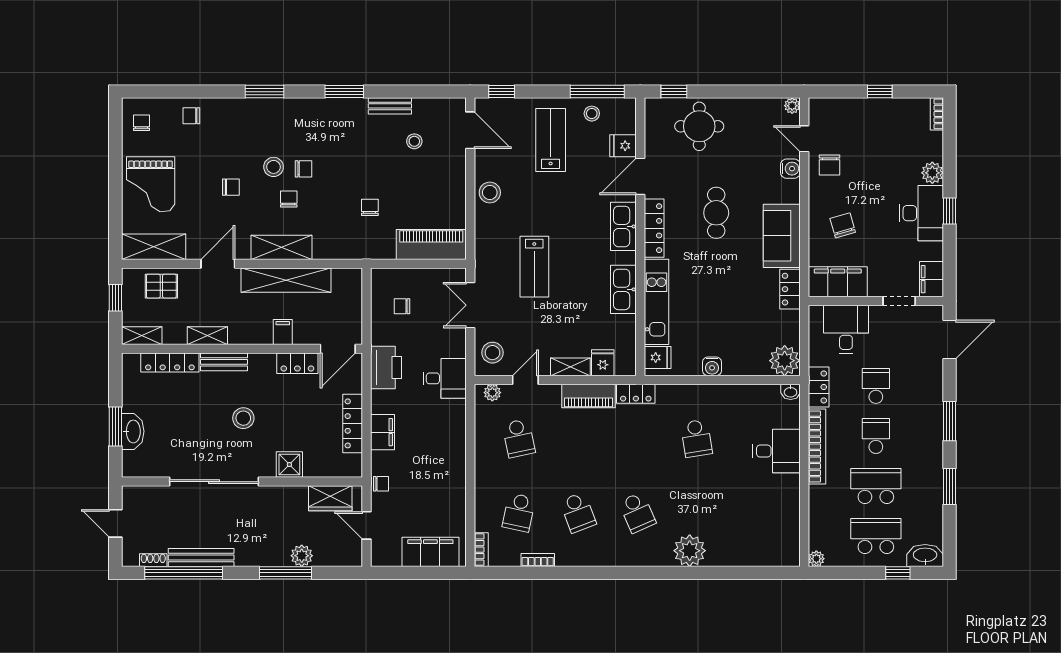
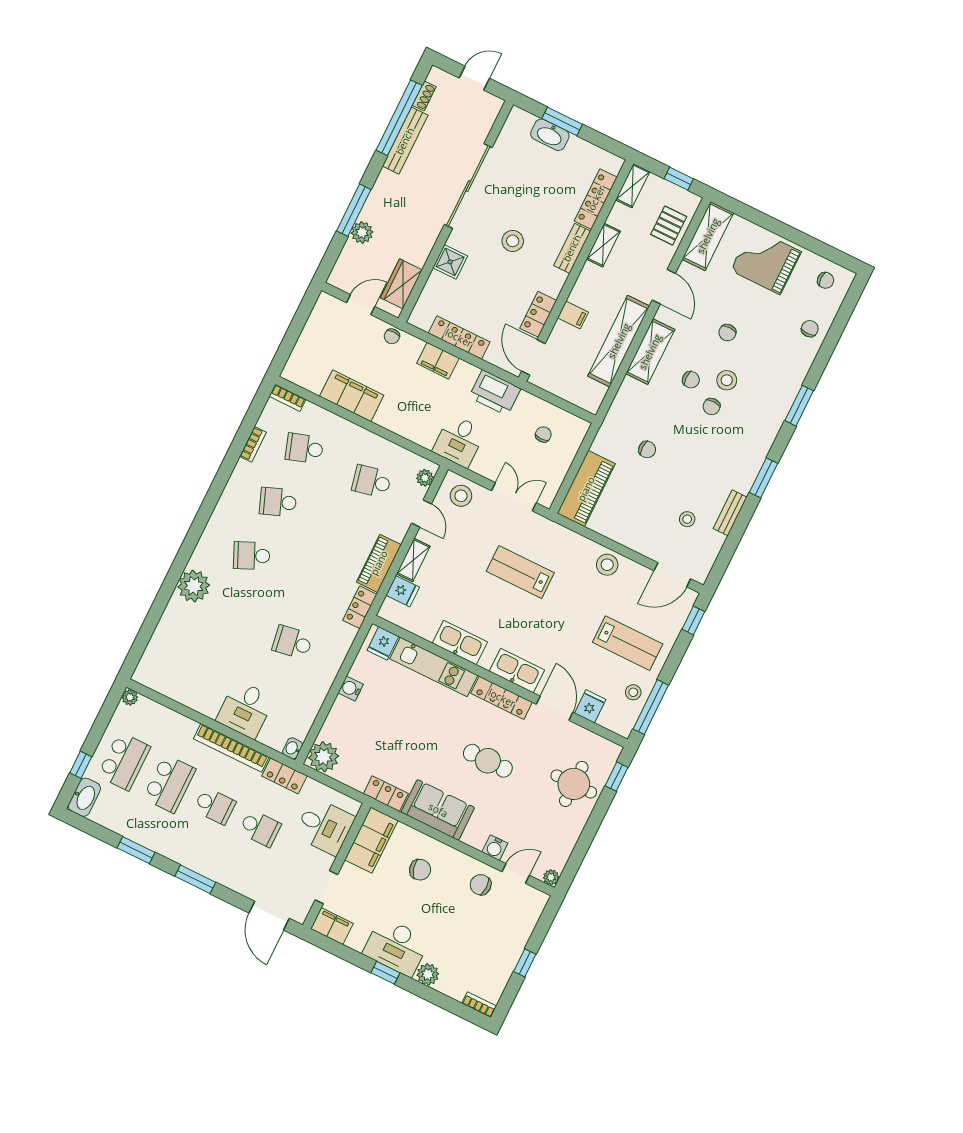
school desk: (519, 512) -> (304, 448), turned -30
filing cabinet: (430, 552) -> (352, 396), moved, turned -90

